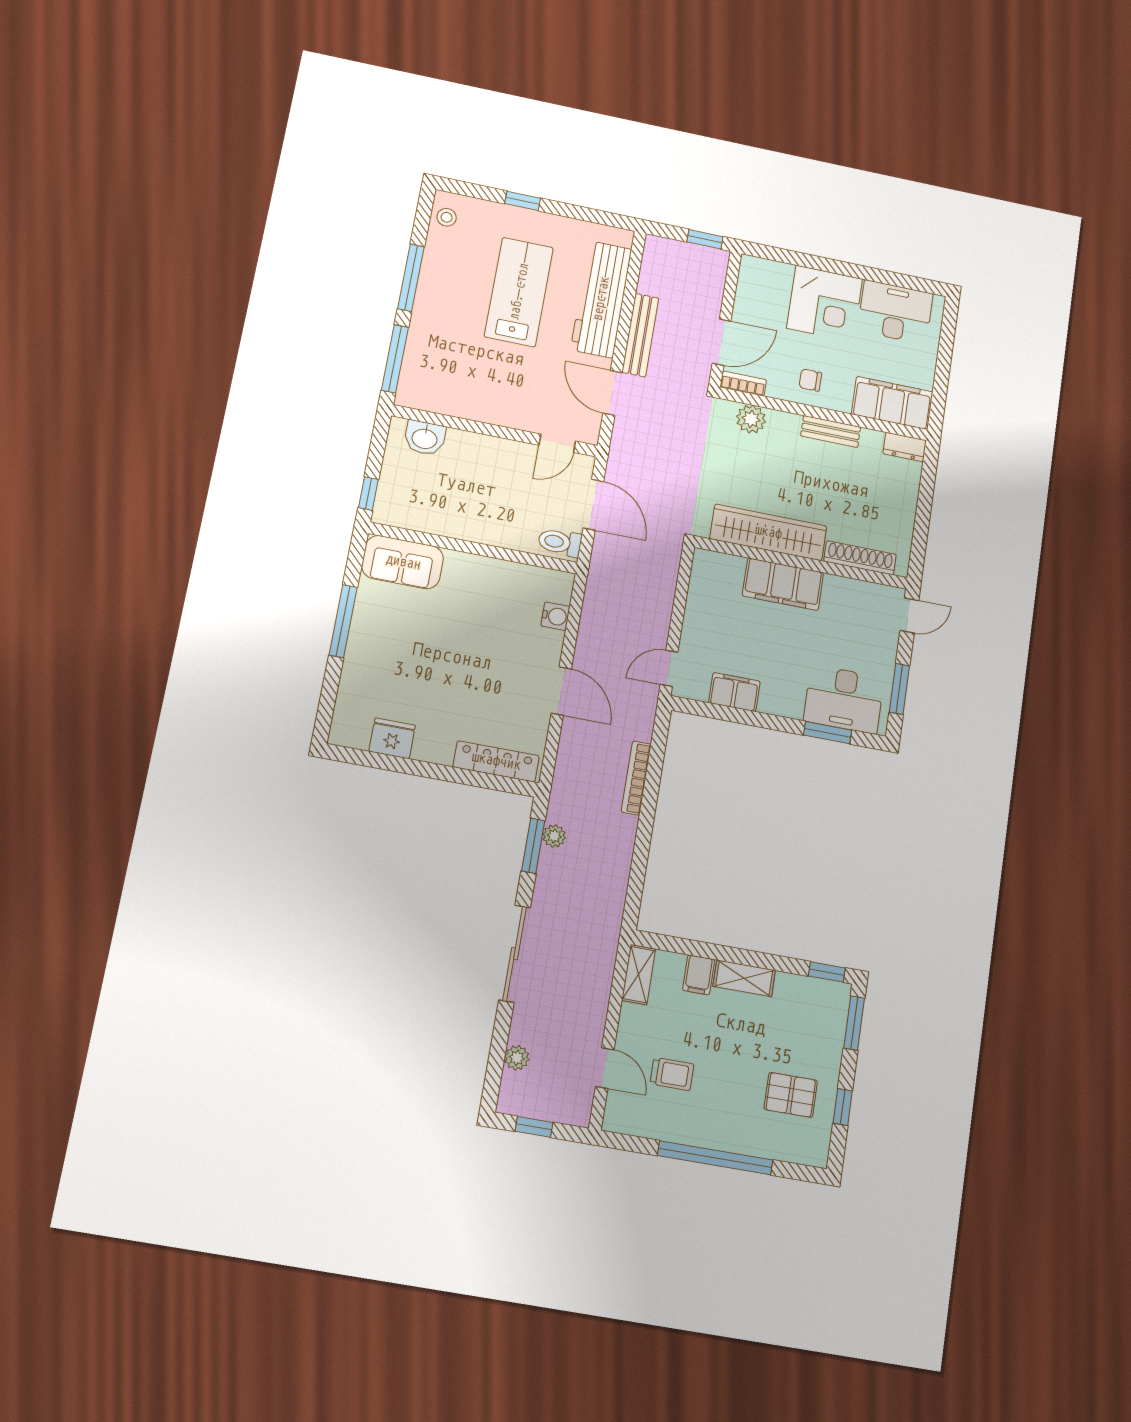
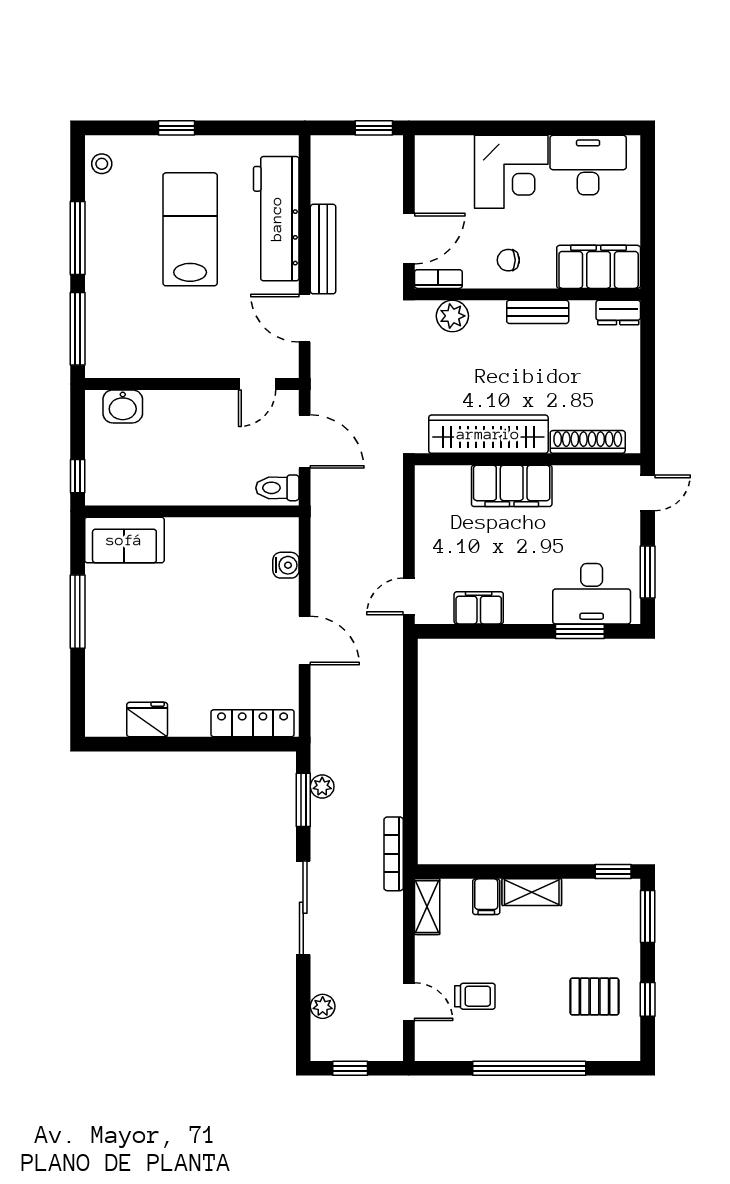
bookcase: (636, 778) -> (394, 854), moved

